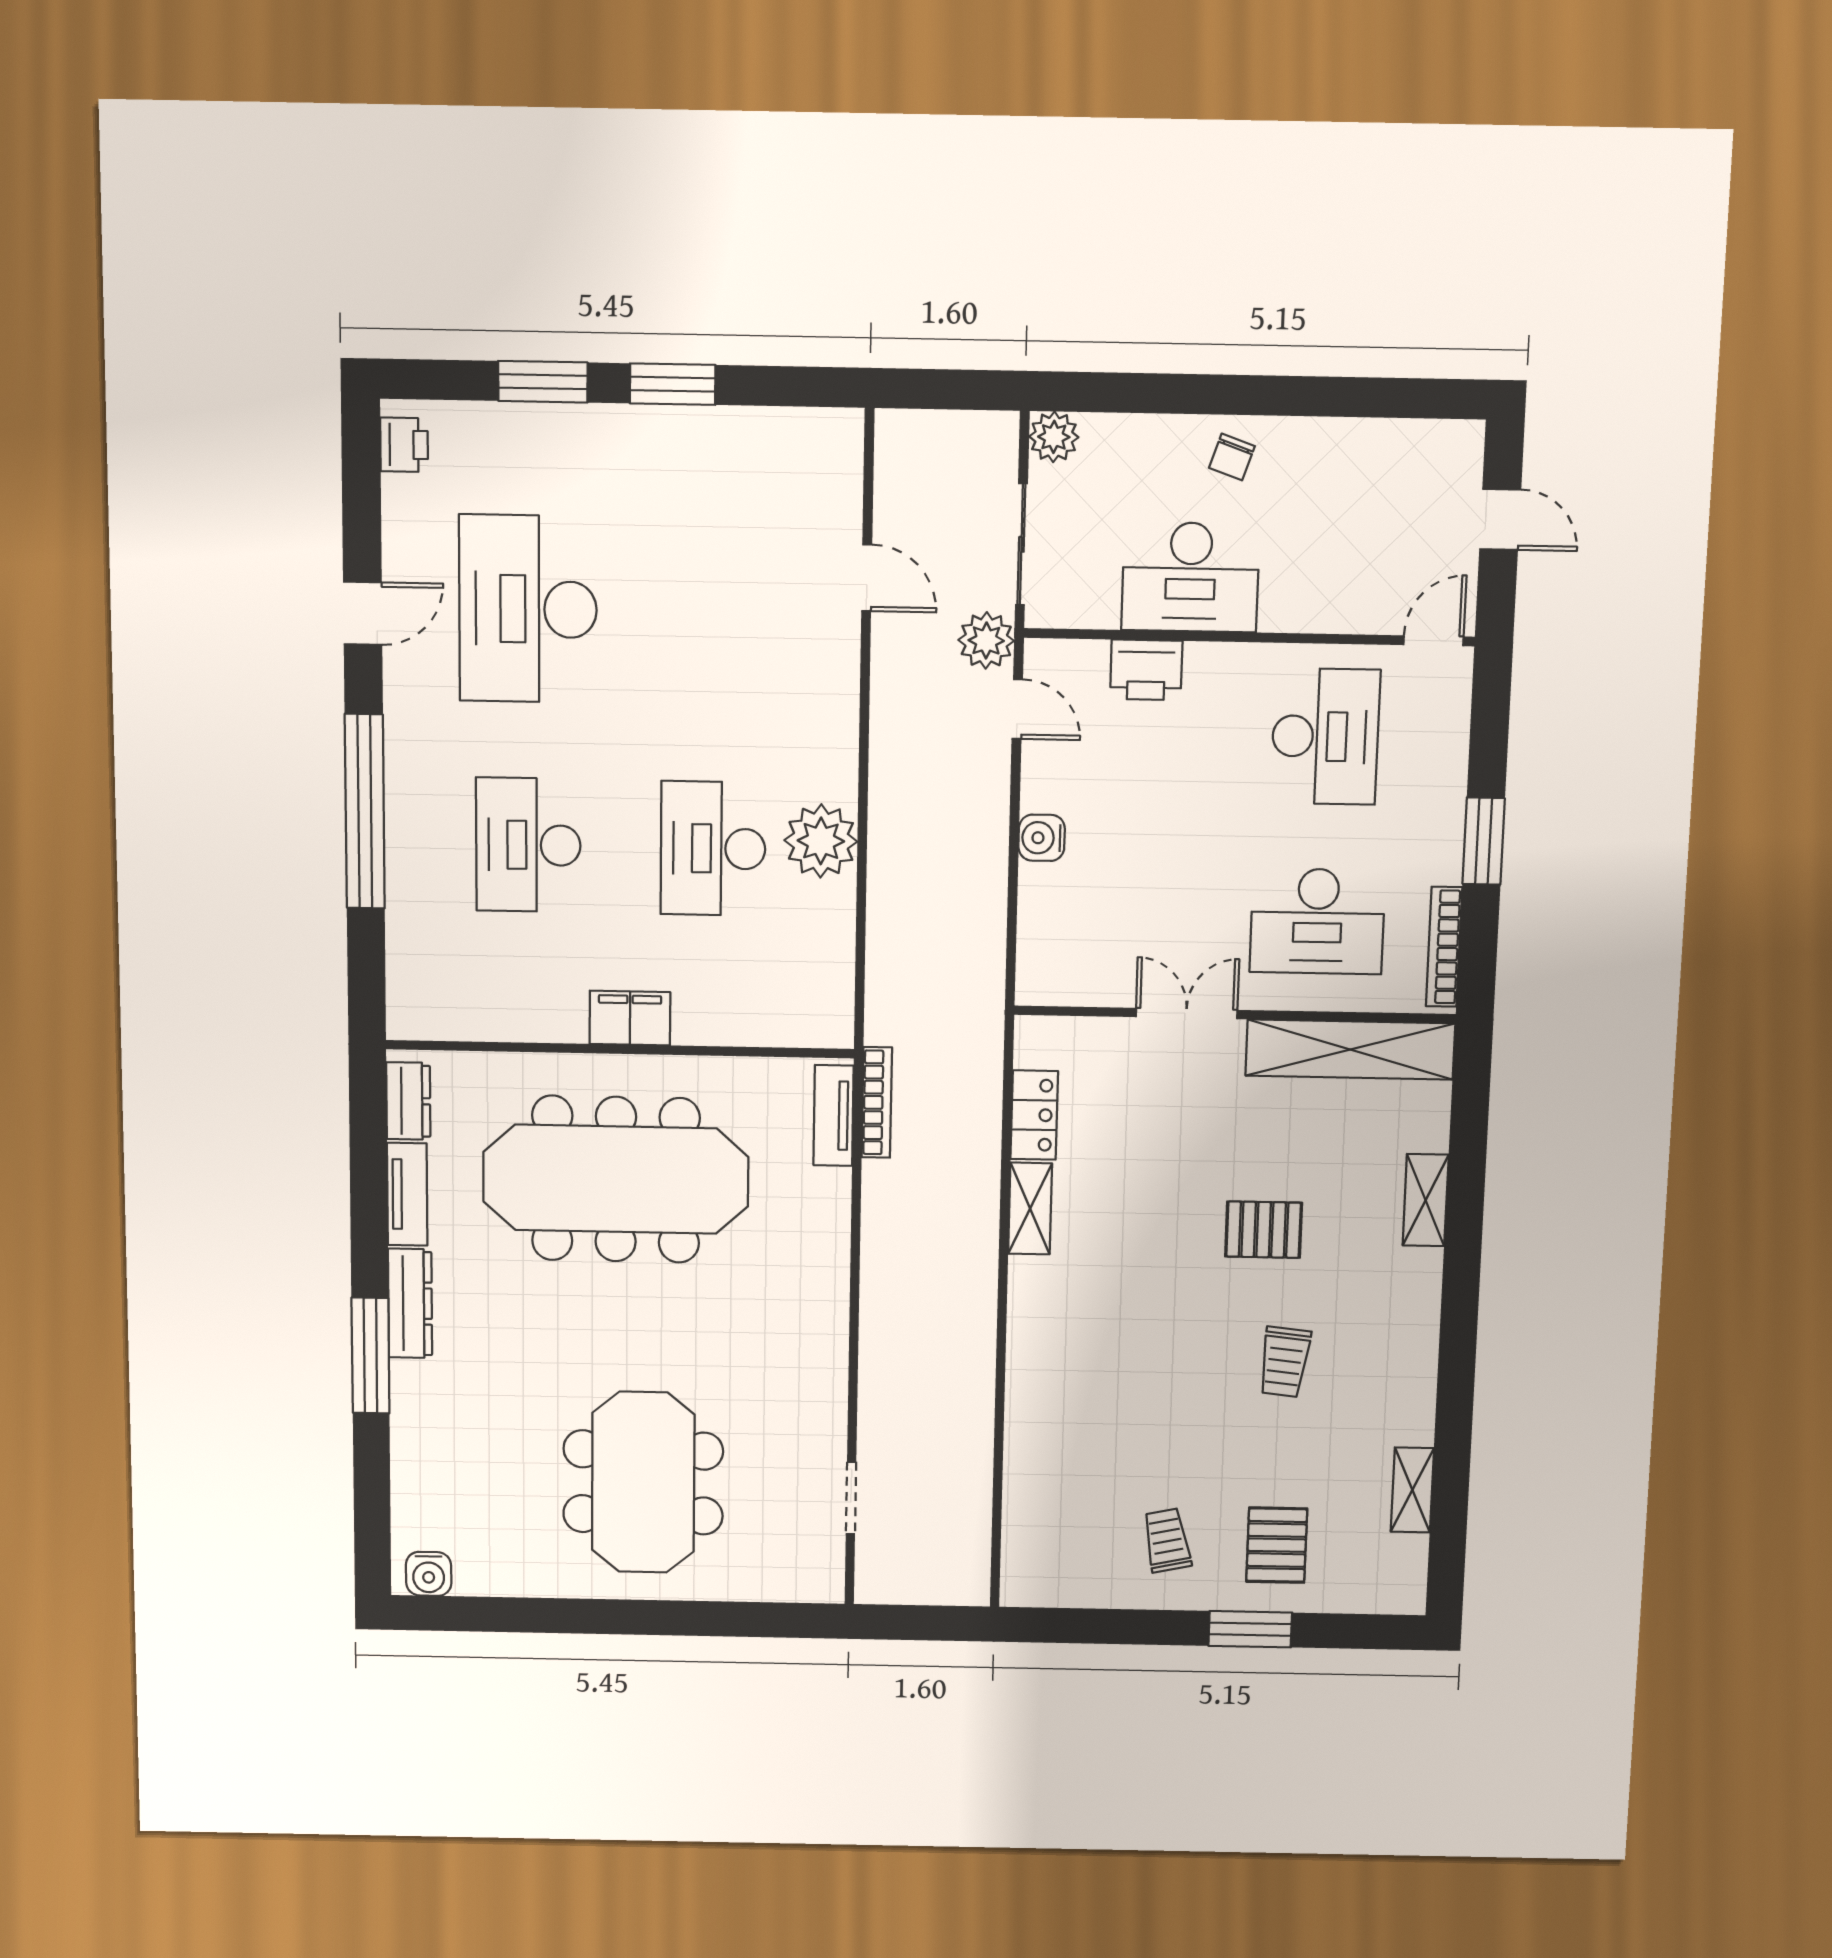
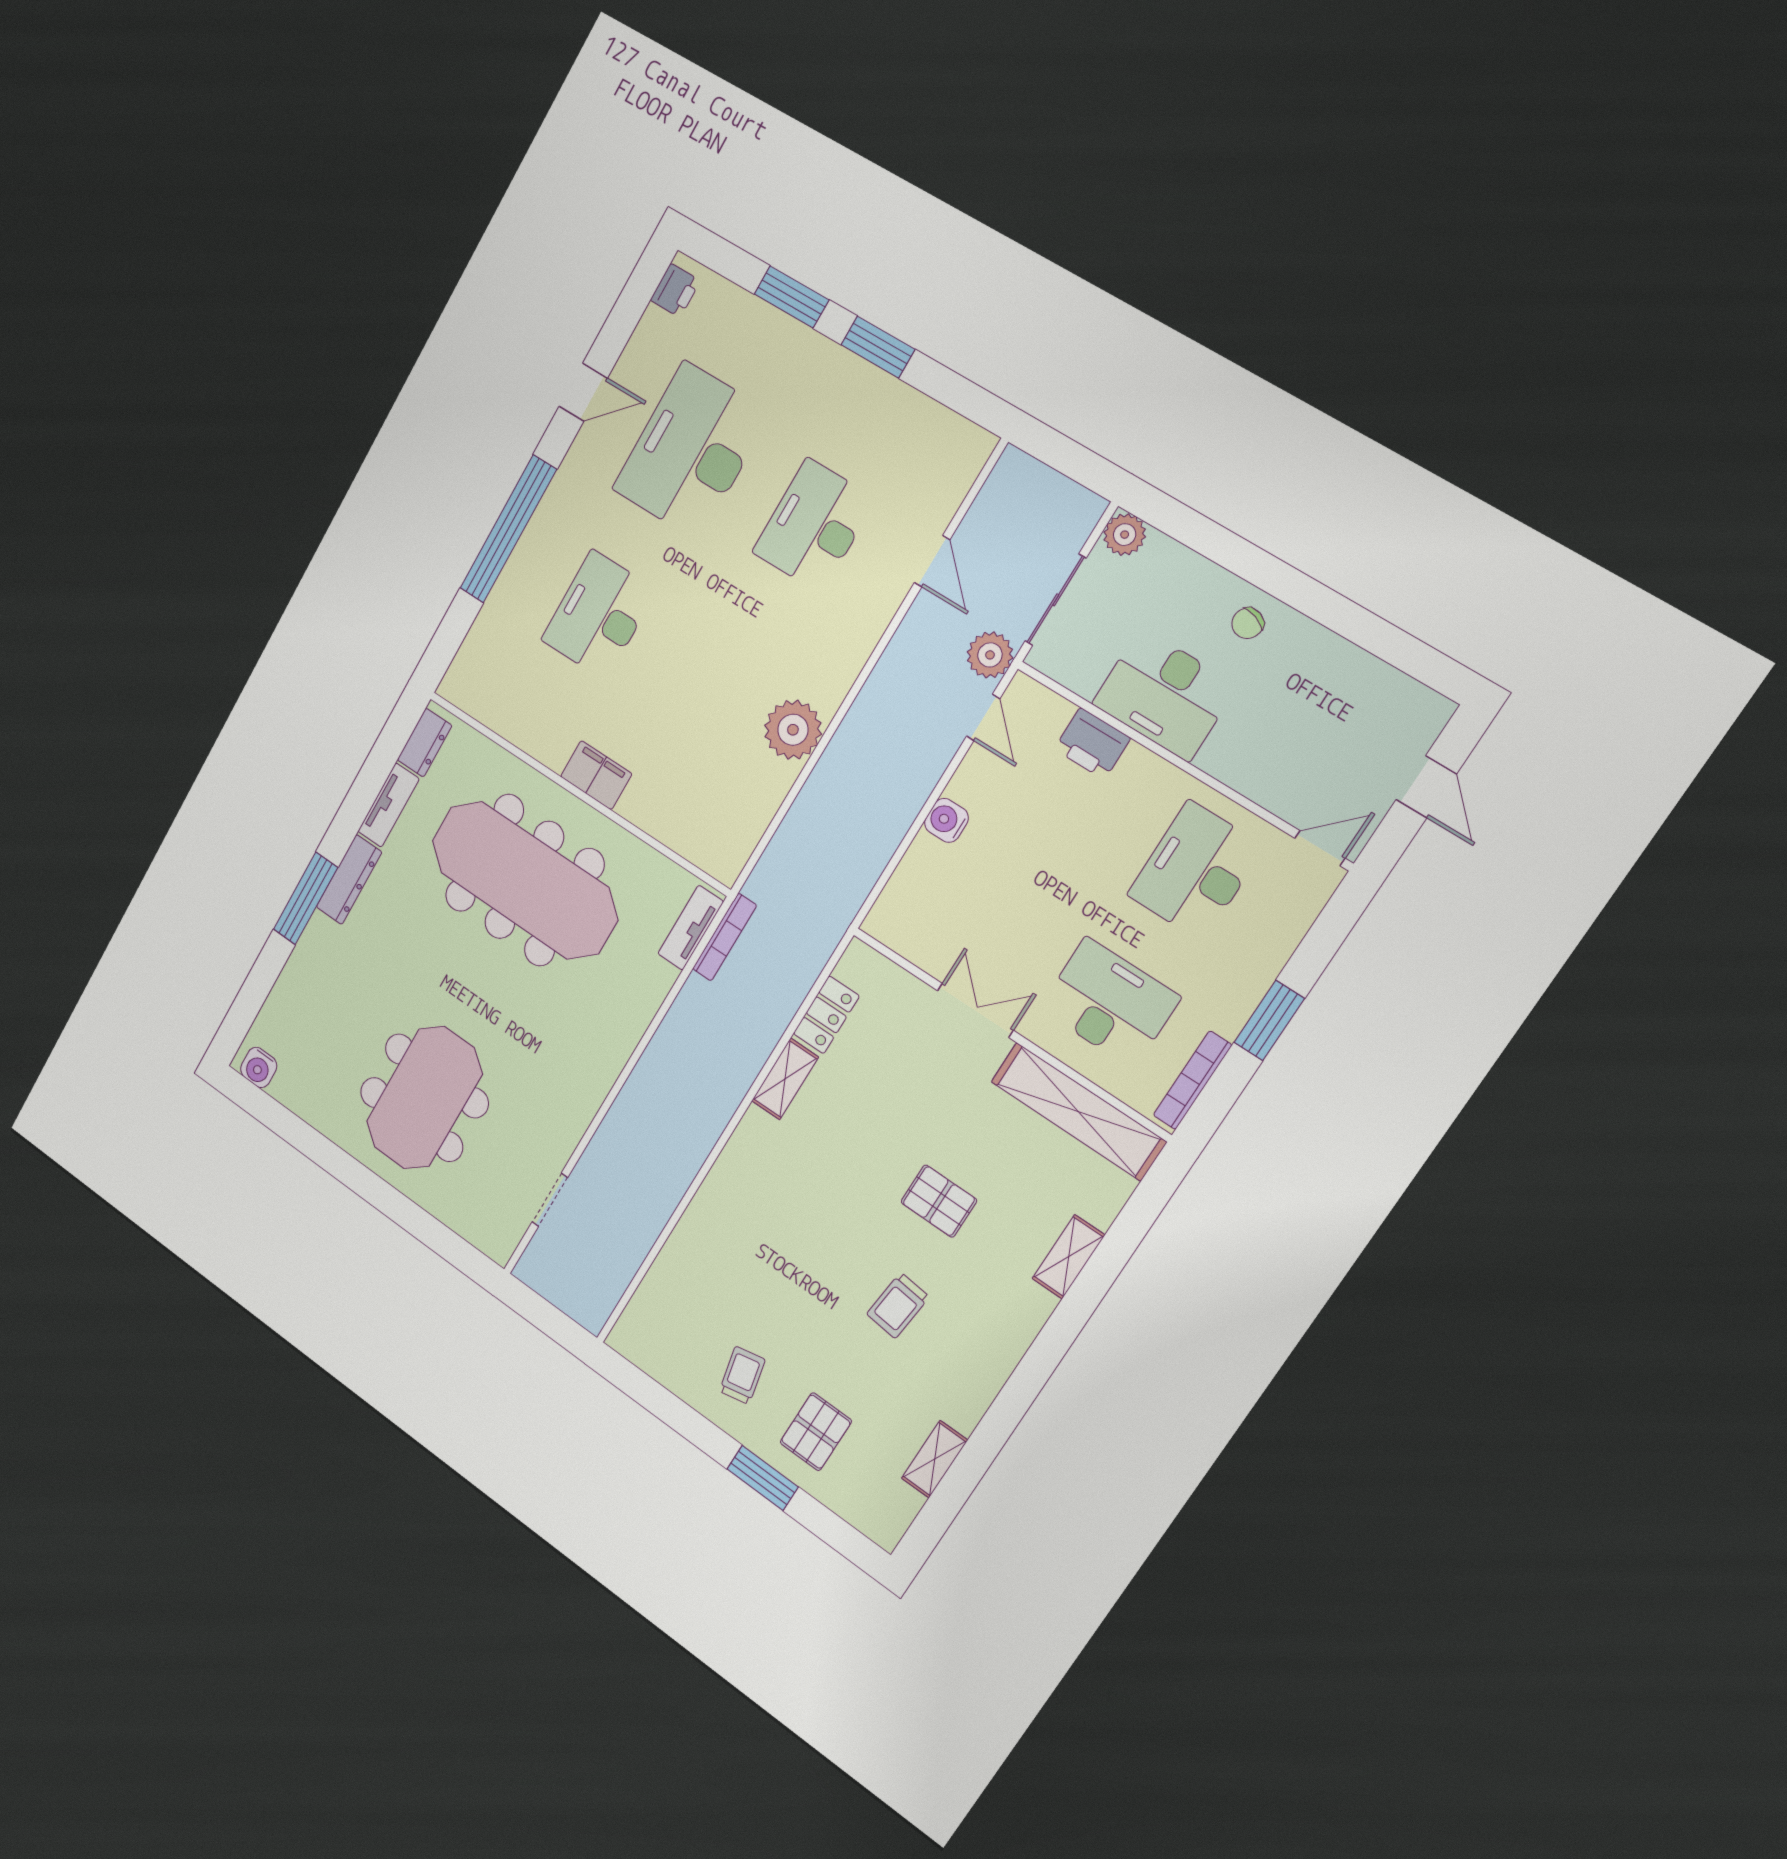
desk: (1325, 736) -> (1196, 871), turned 180
desk: (713, 848) -> (814, 526), moved
desk: (1317, 921) -> (1110, 1003), turned 180

